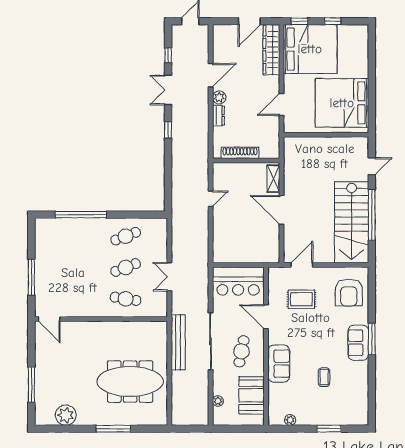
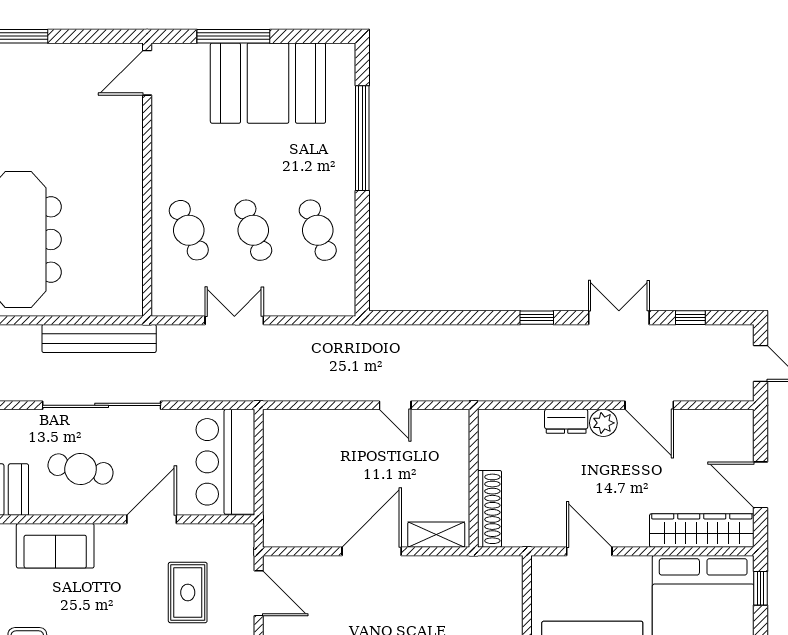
shoe rack: (240, 153) -> (490, 509), moved
booth: (54, 260) -> (268, 83), added
cafe table: (126, 299) -> (189, 230), turned -33

